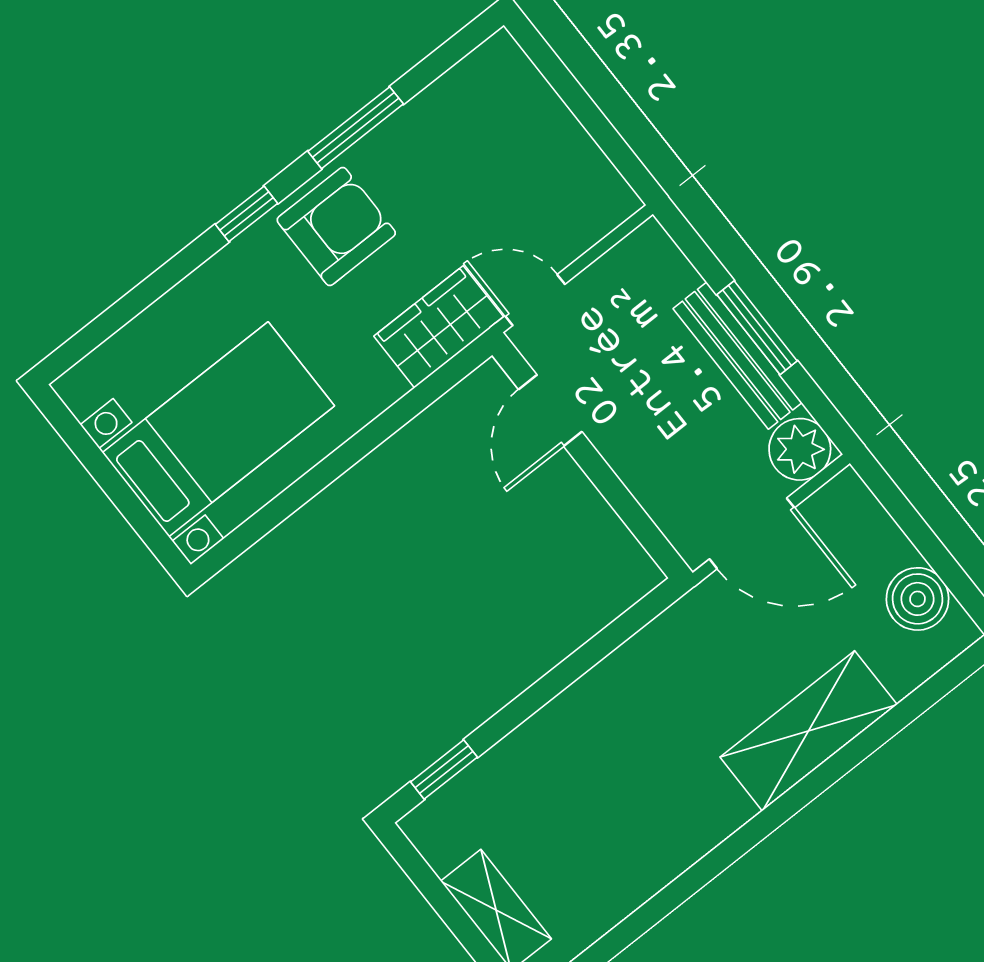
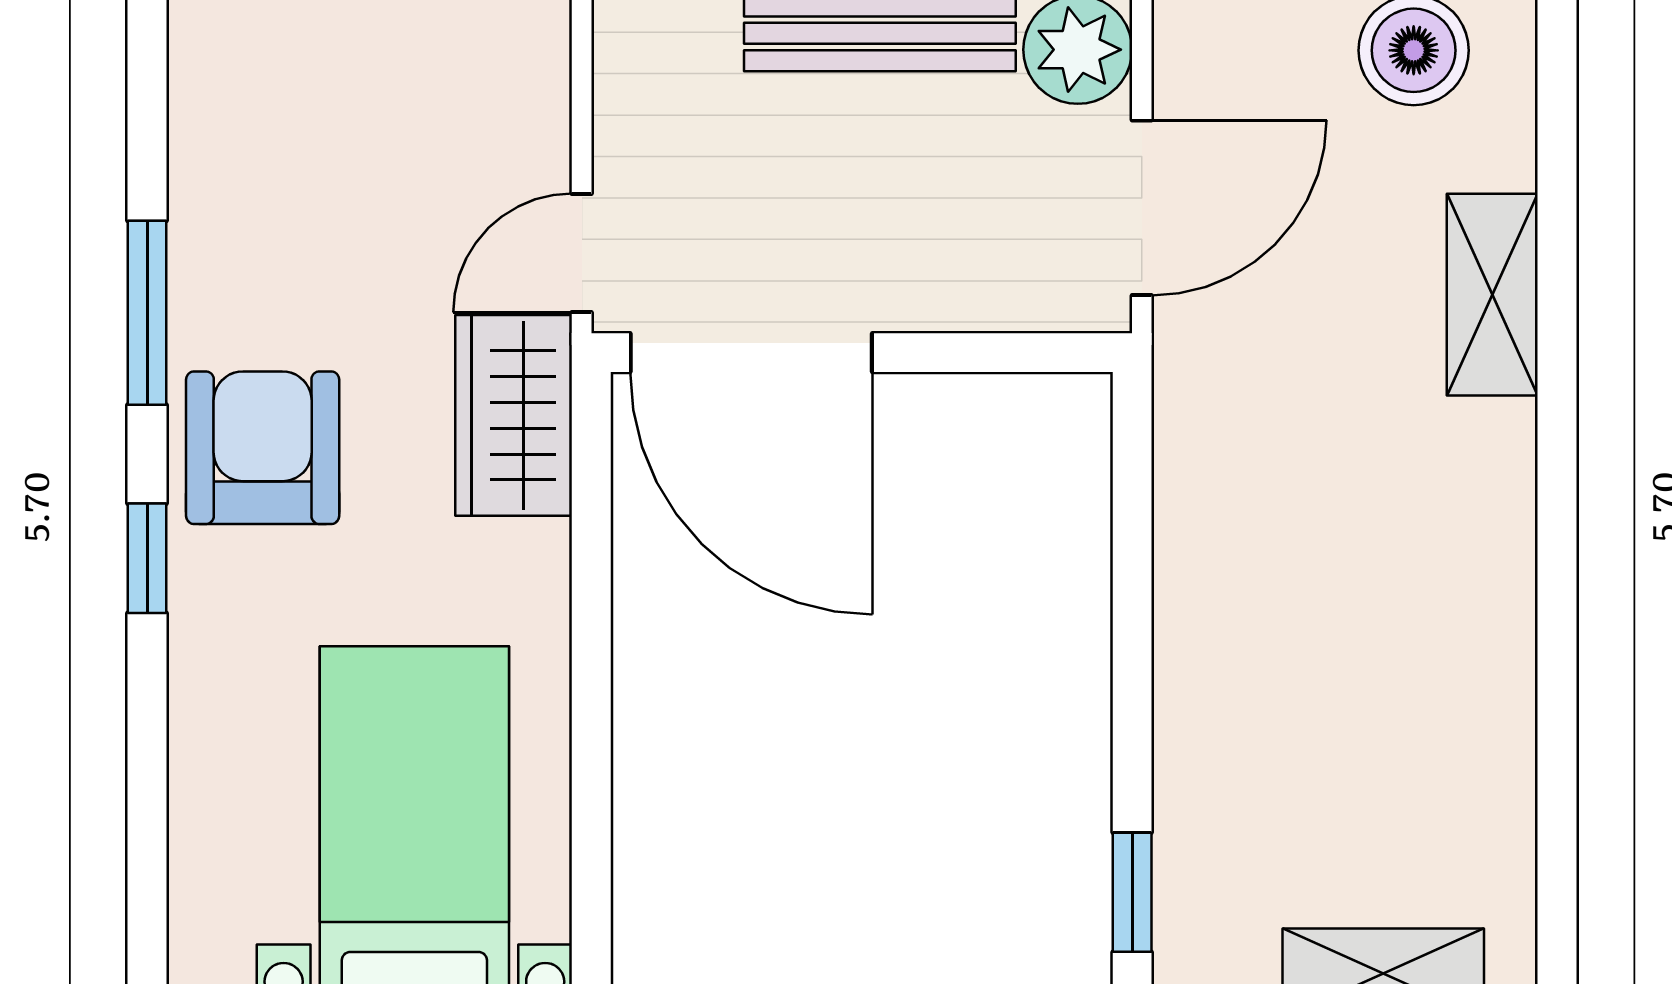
door: (550, 410) -> (751, 353), width x1.87
shelving: (809, 731) -> (1492, 295), width x0.67, depth x0.75

